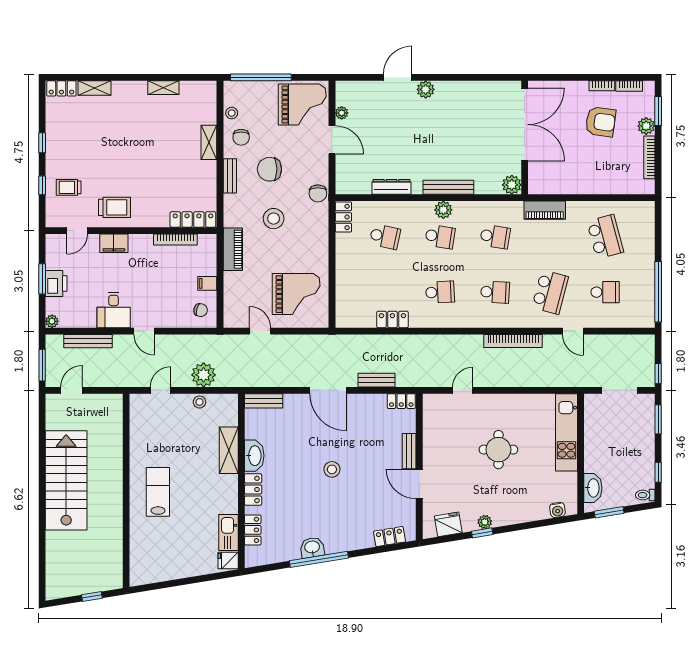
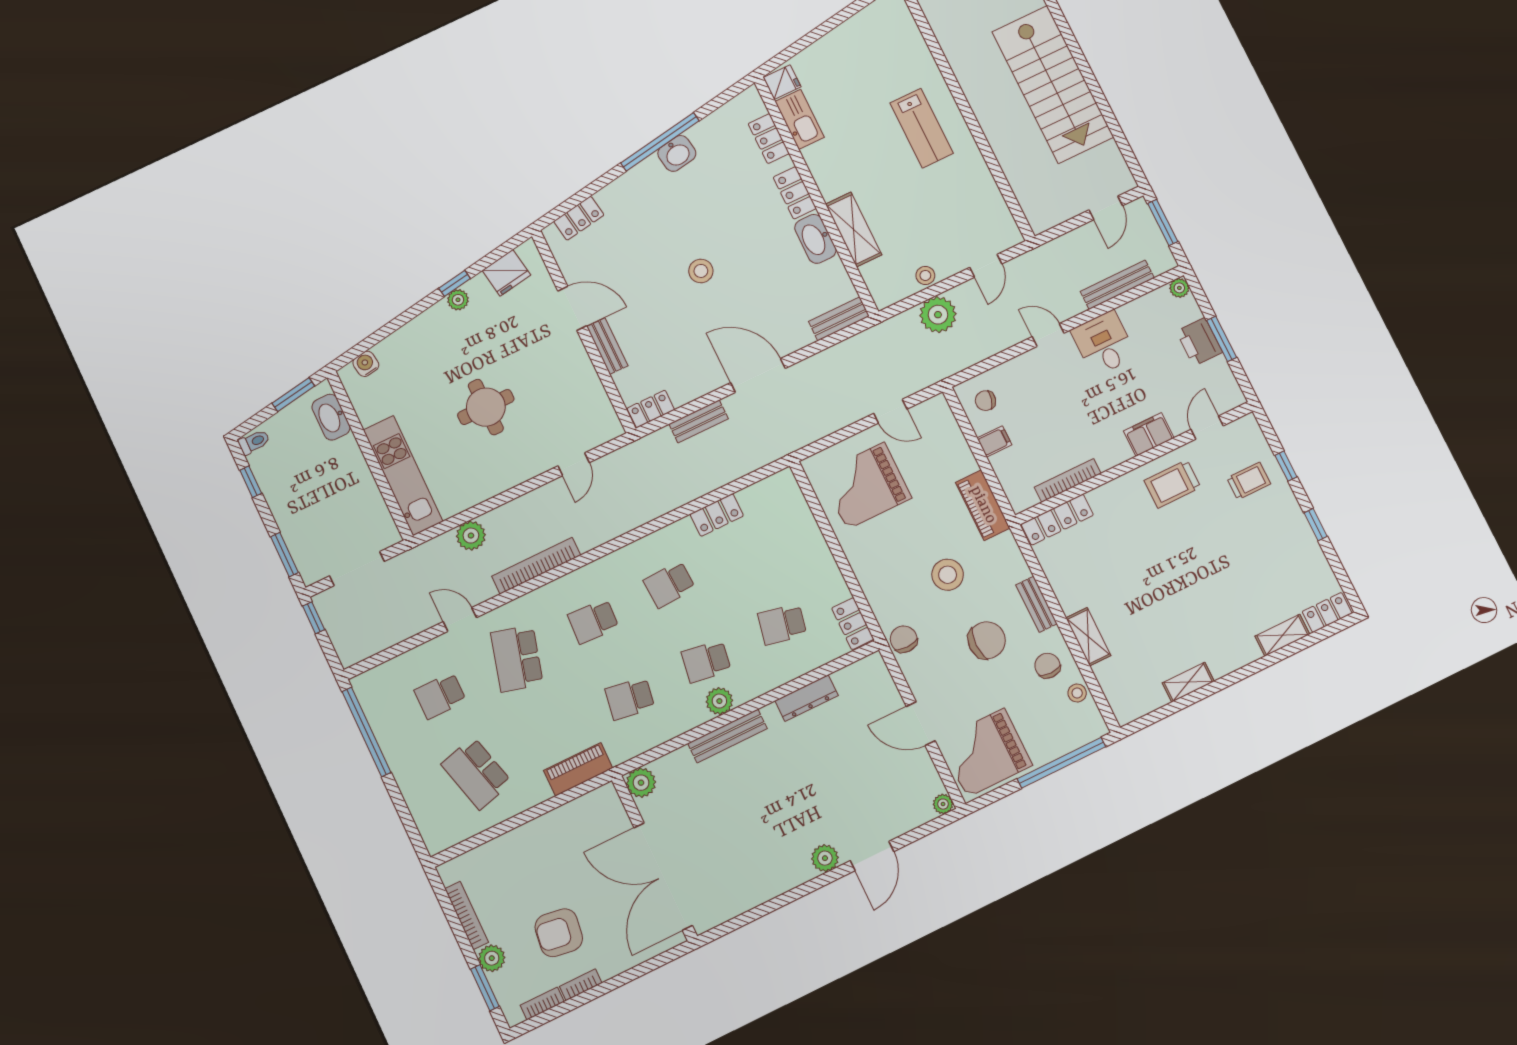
plant: (342, 113) -> (943, 804), moved
plant: (543, 377) -> (471, 536), added

